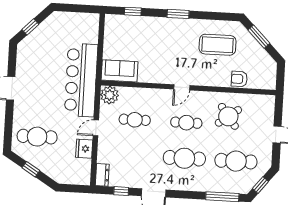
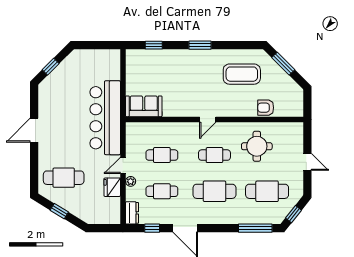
plant: (110, 95) -> (131, 181), moved, width x0.53, depth x0.53
round table: (228, 116) -> (257, 146), turned 37
cafe table: (133, 155) -> (162, 191), added

